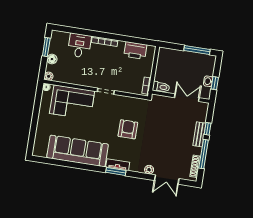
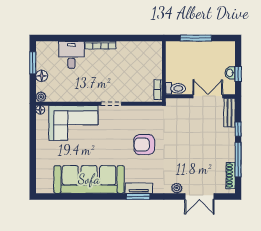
printer: (135, 50) -> (138, 50), removed
window: (197, 50) -> (196, 38), moved
armchair: (128, 129) -> (144, 145), turned -90
bench: (199, 134) -> (229, 113), moved

